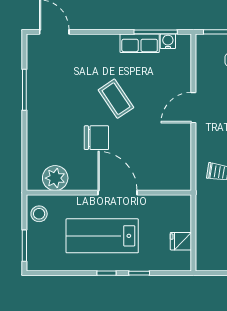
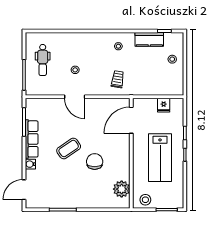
water cooler: (168, 41) -> (30, 164), moved
row of seats: (140, 43) -> (32, 139), width x1.48
door: (118, 193) -> (131, 120), moved

